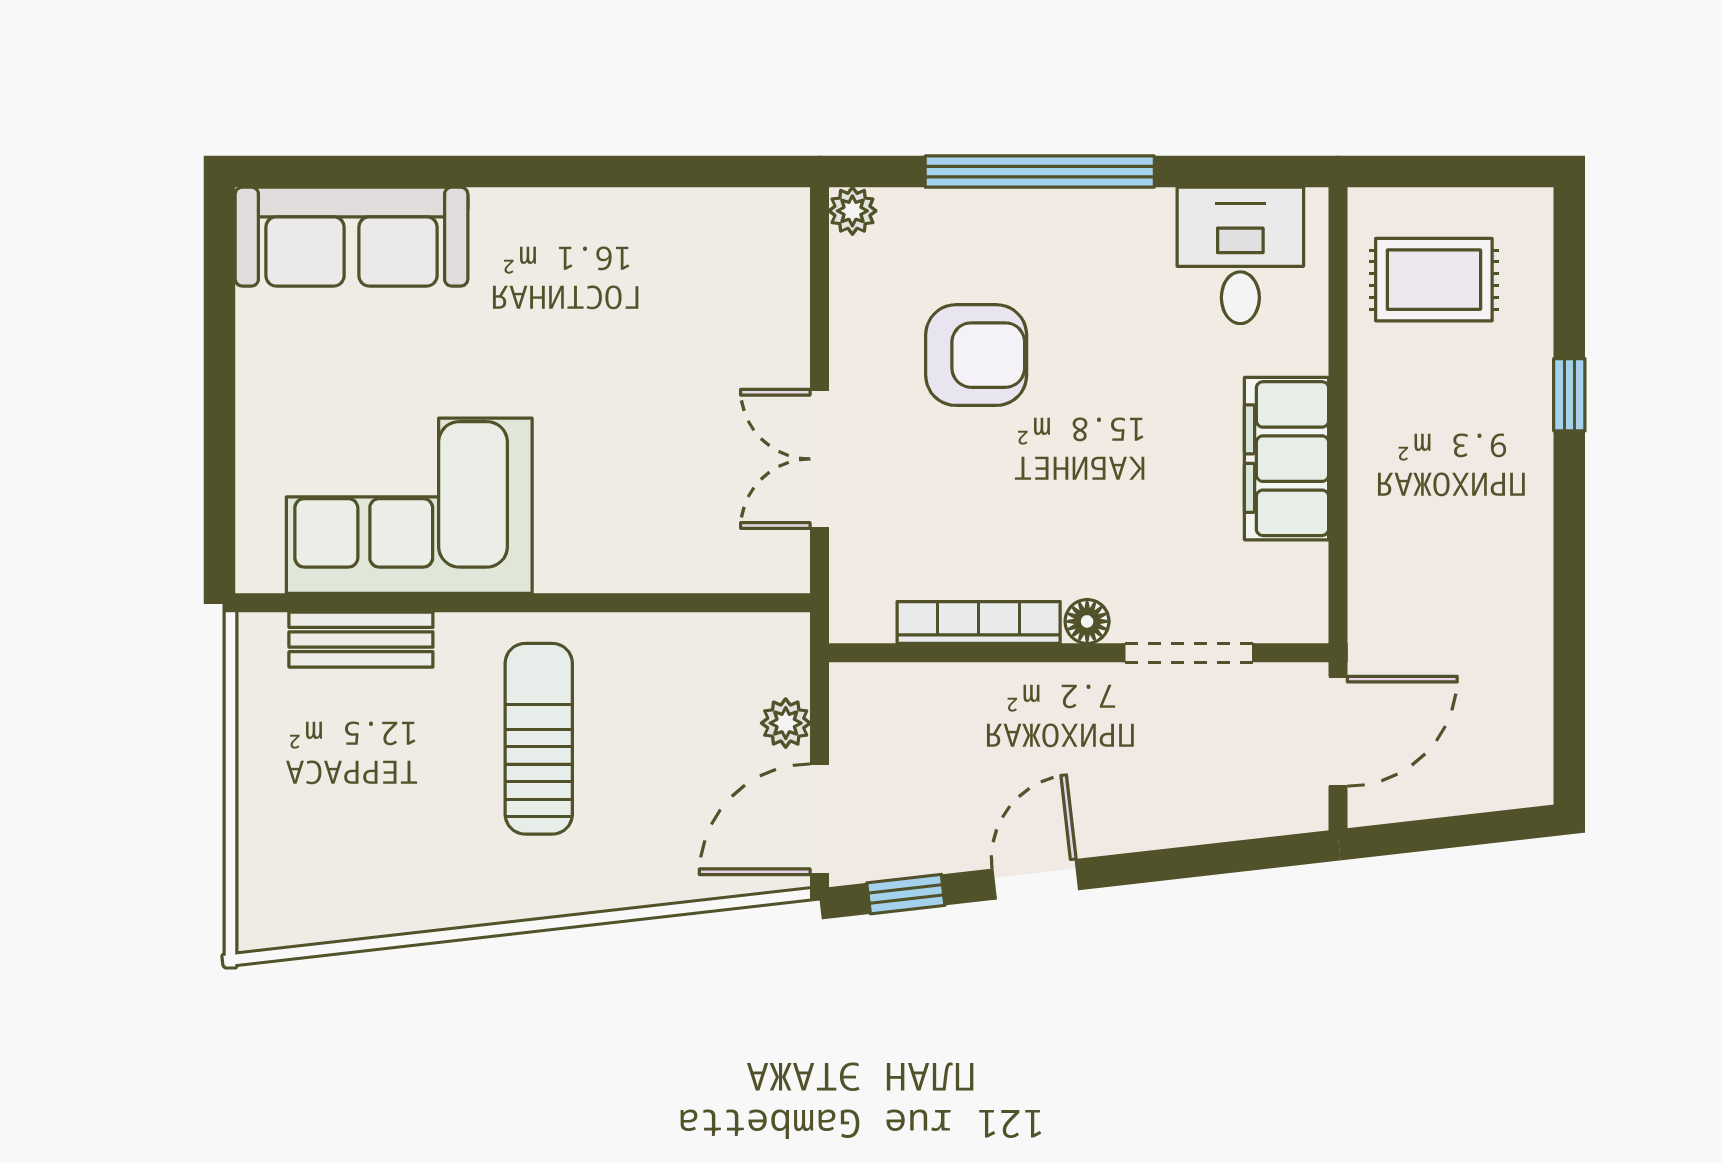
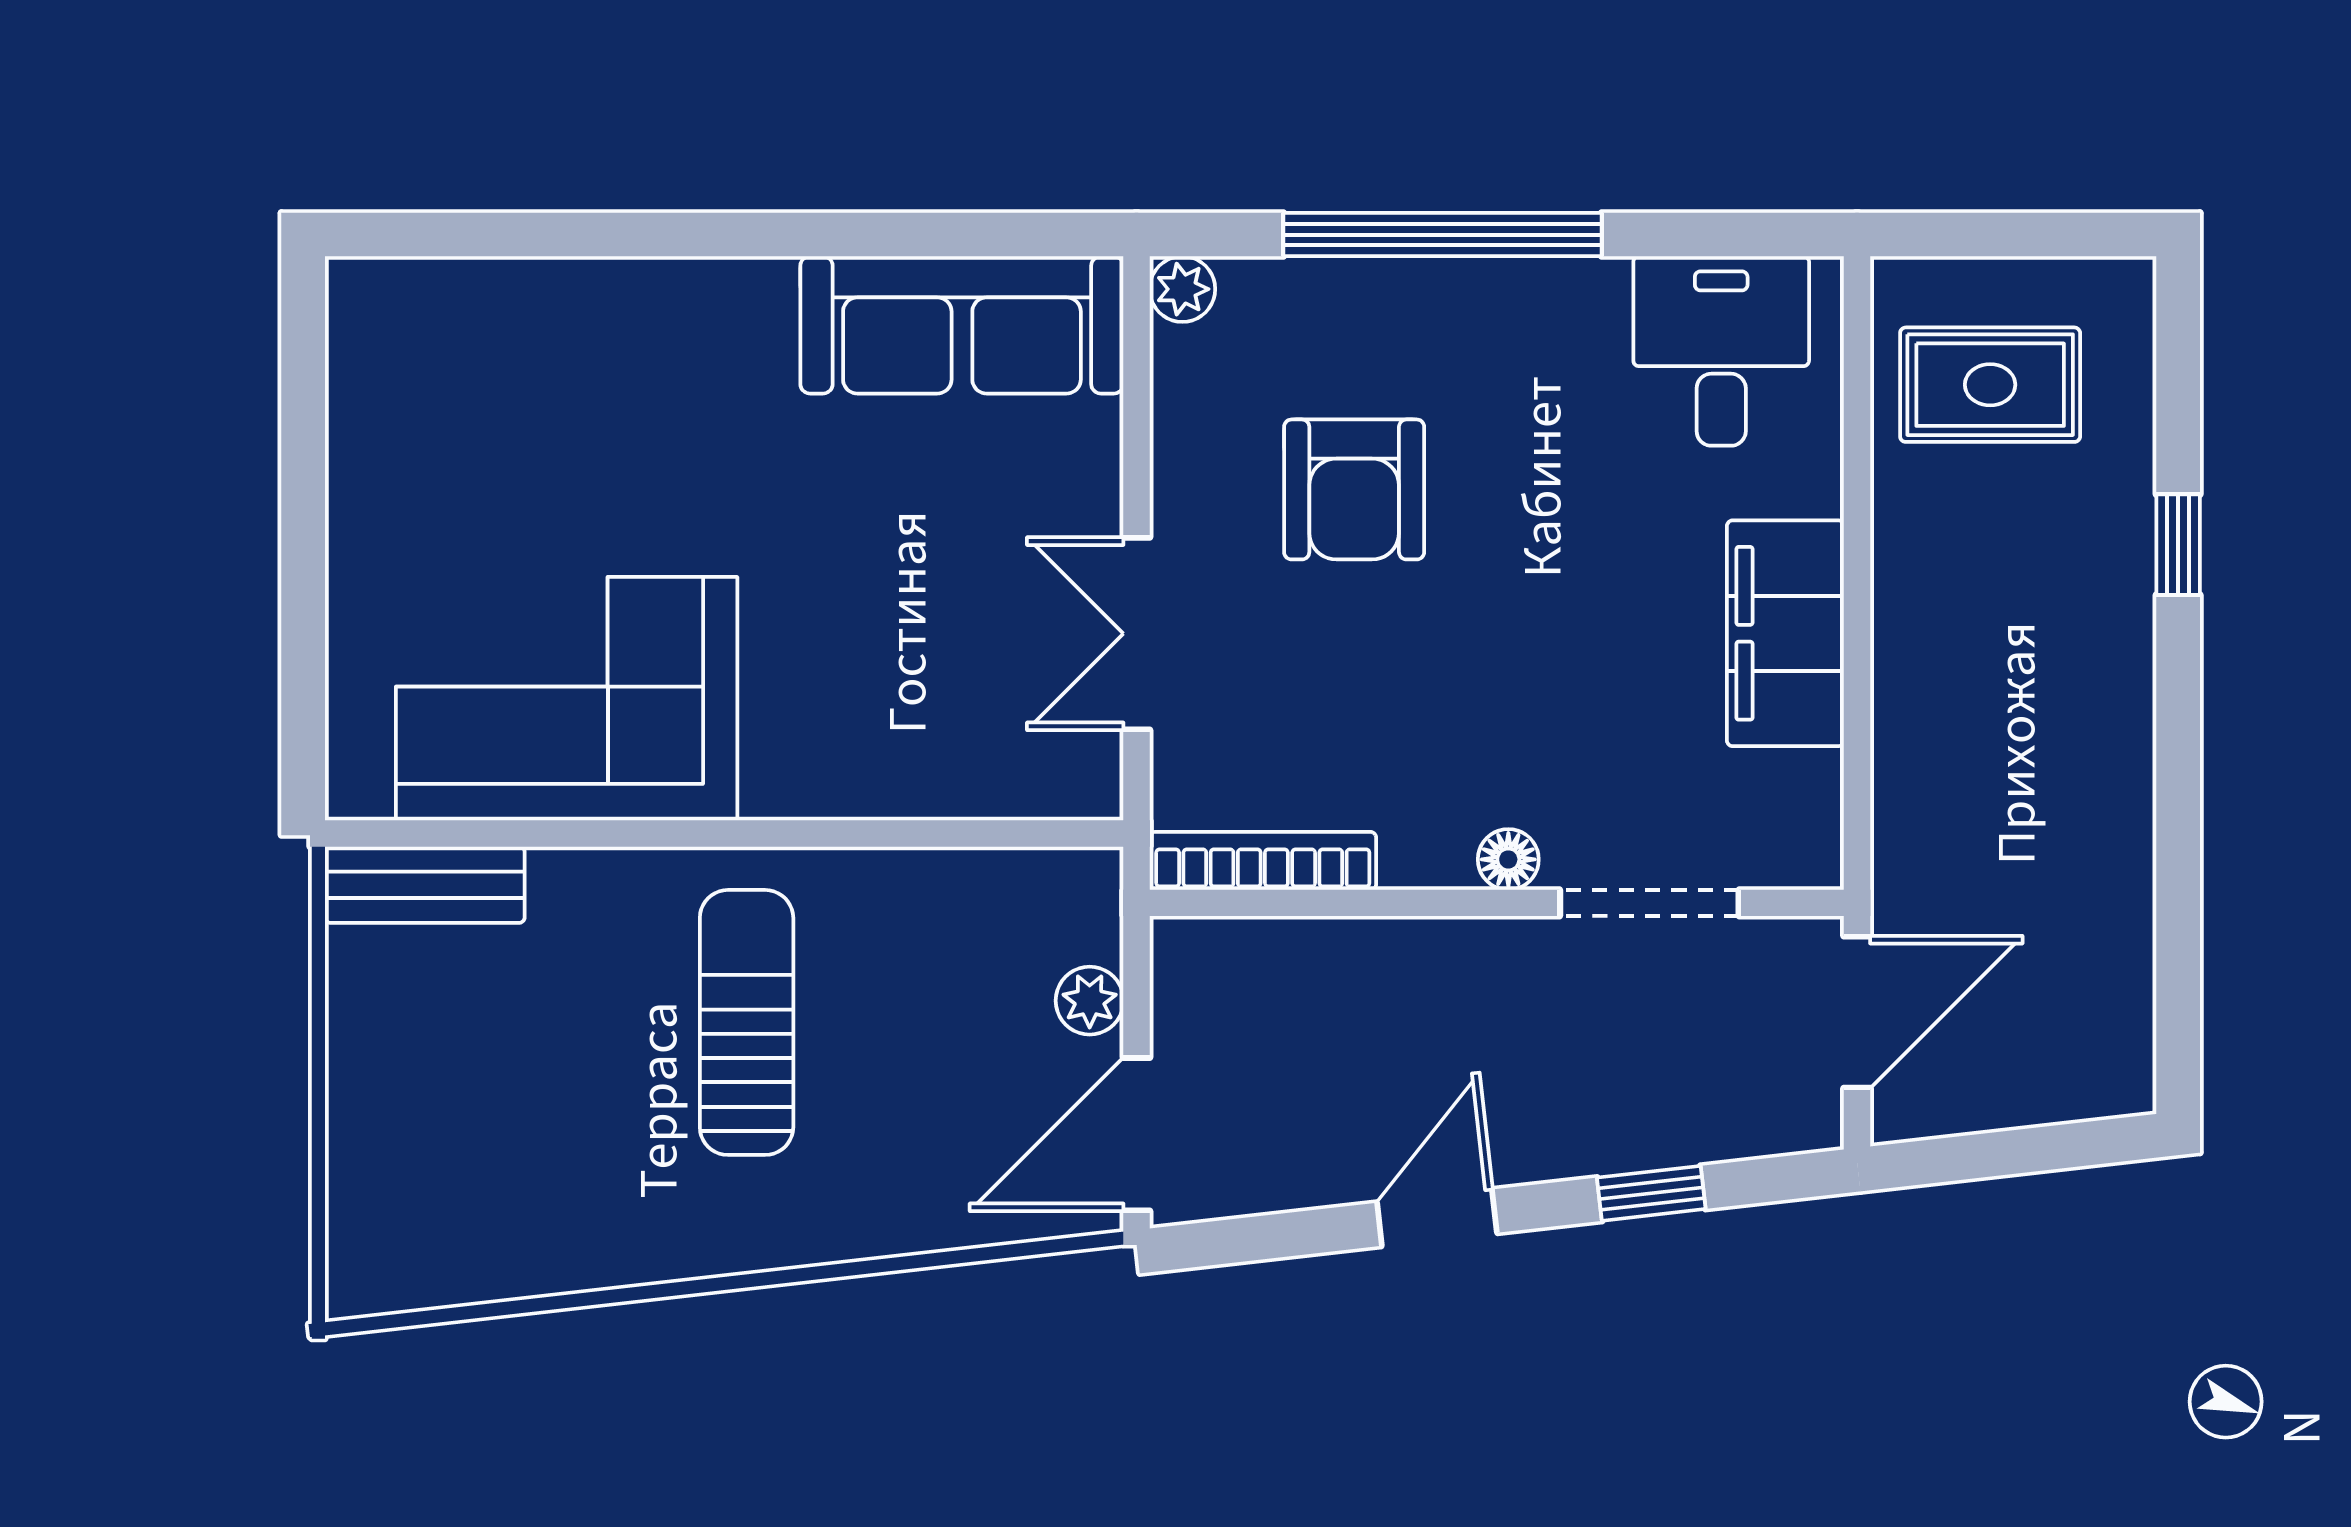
sofa: (351, 237) -> (962, 325), moved
armchair: (976, 355) -> (1354, 489), turned 90
bookcase: (979, 622) -> (1263, 861), moved
bench: (361, 640) -> (425, 885), moved
window: (906, 894) -> (1651, 1193), moved

